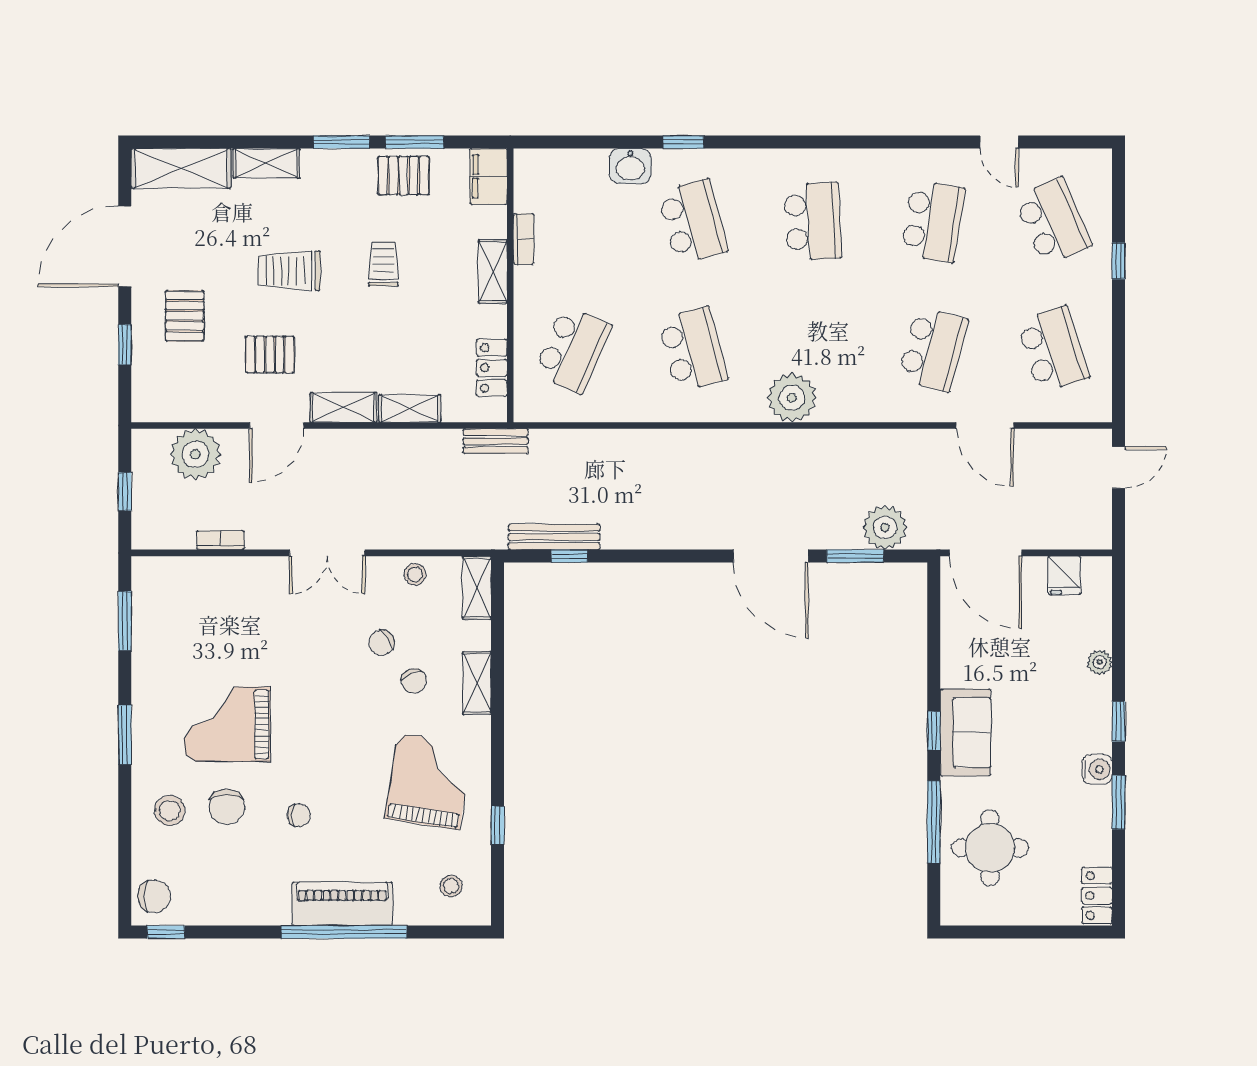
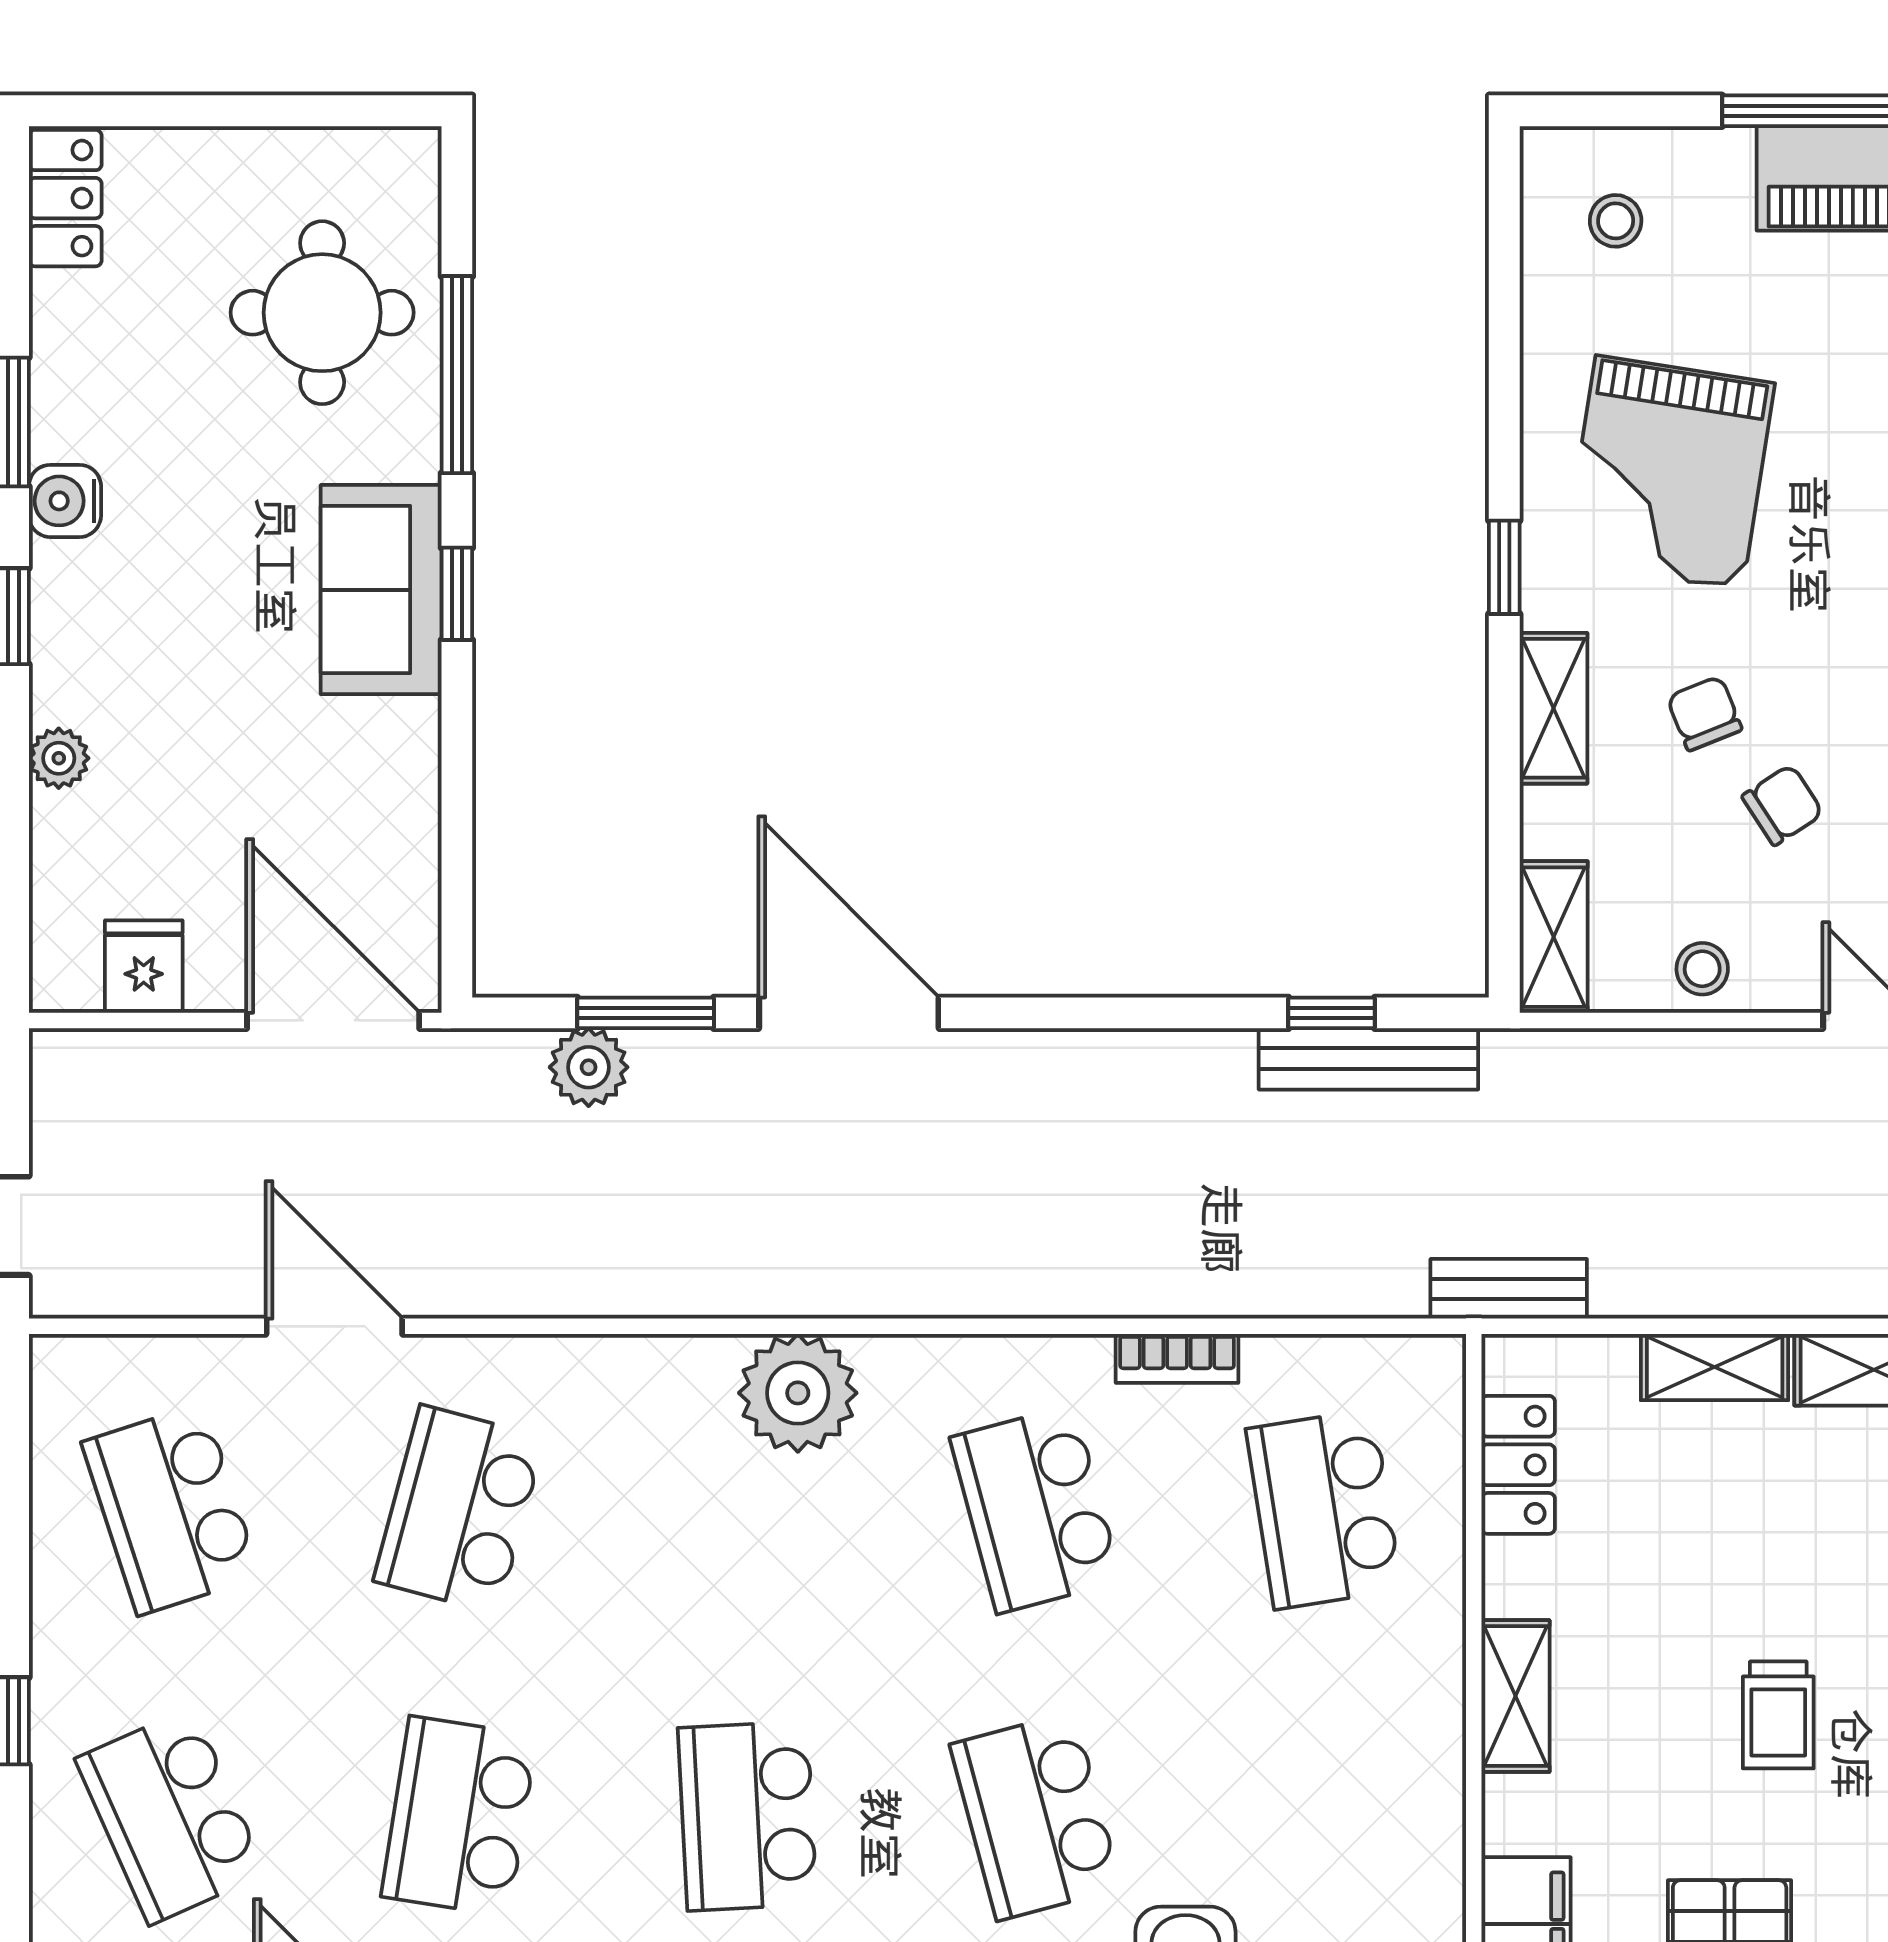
bookcase: (524, 239) -> (1177, 1358), moved, turned -90
school desk: (573, 349) -> (1324, 1509), turned -33
plant: (885, 527) -> (589, 1067), width x0.73, depth x0.73
window: (497, 825) -> (1504, 567), moved

